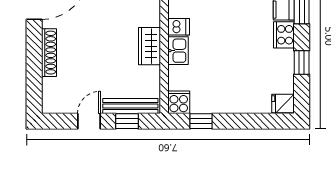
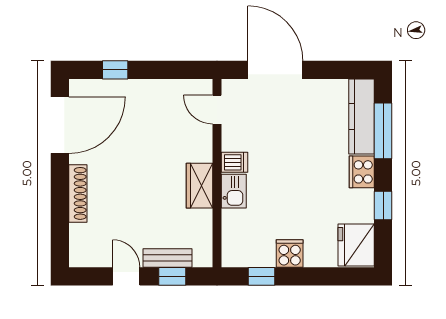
cooker: (179, 102) -> (290, 253), moved
fridge: (283, 104) -> (356, 245), width x1.88, depth x1.34
bench: (130, 106) -> (167, 258), width x0.73
door: (89, 121) -> (126, 276), hinge flipped

